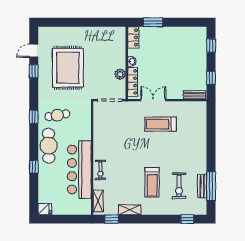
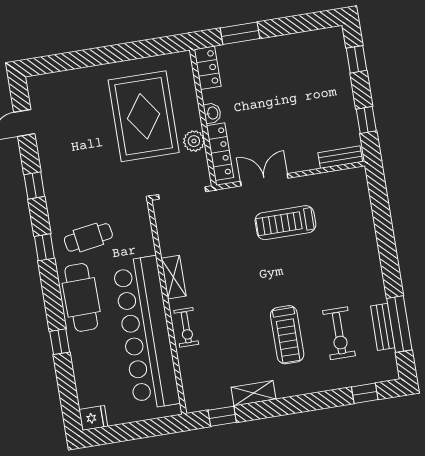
rug: (68, 68) -> (144, 116), moved
window: (34, 71) -> (34, 185), moved
bar counter: (79, 170) -> (146, 333), width x1.36
shelving: (98, 201) -> (174, 277), moved

